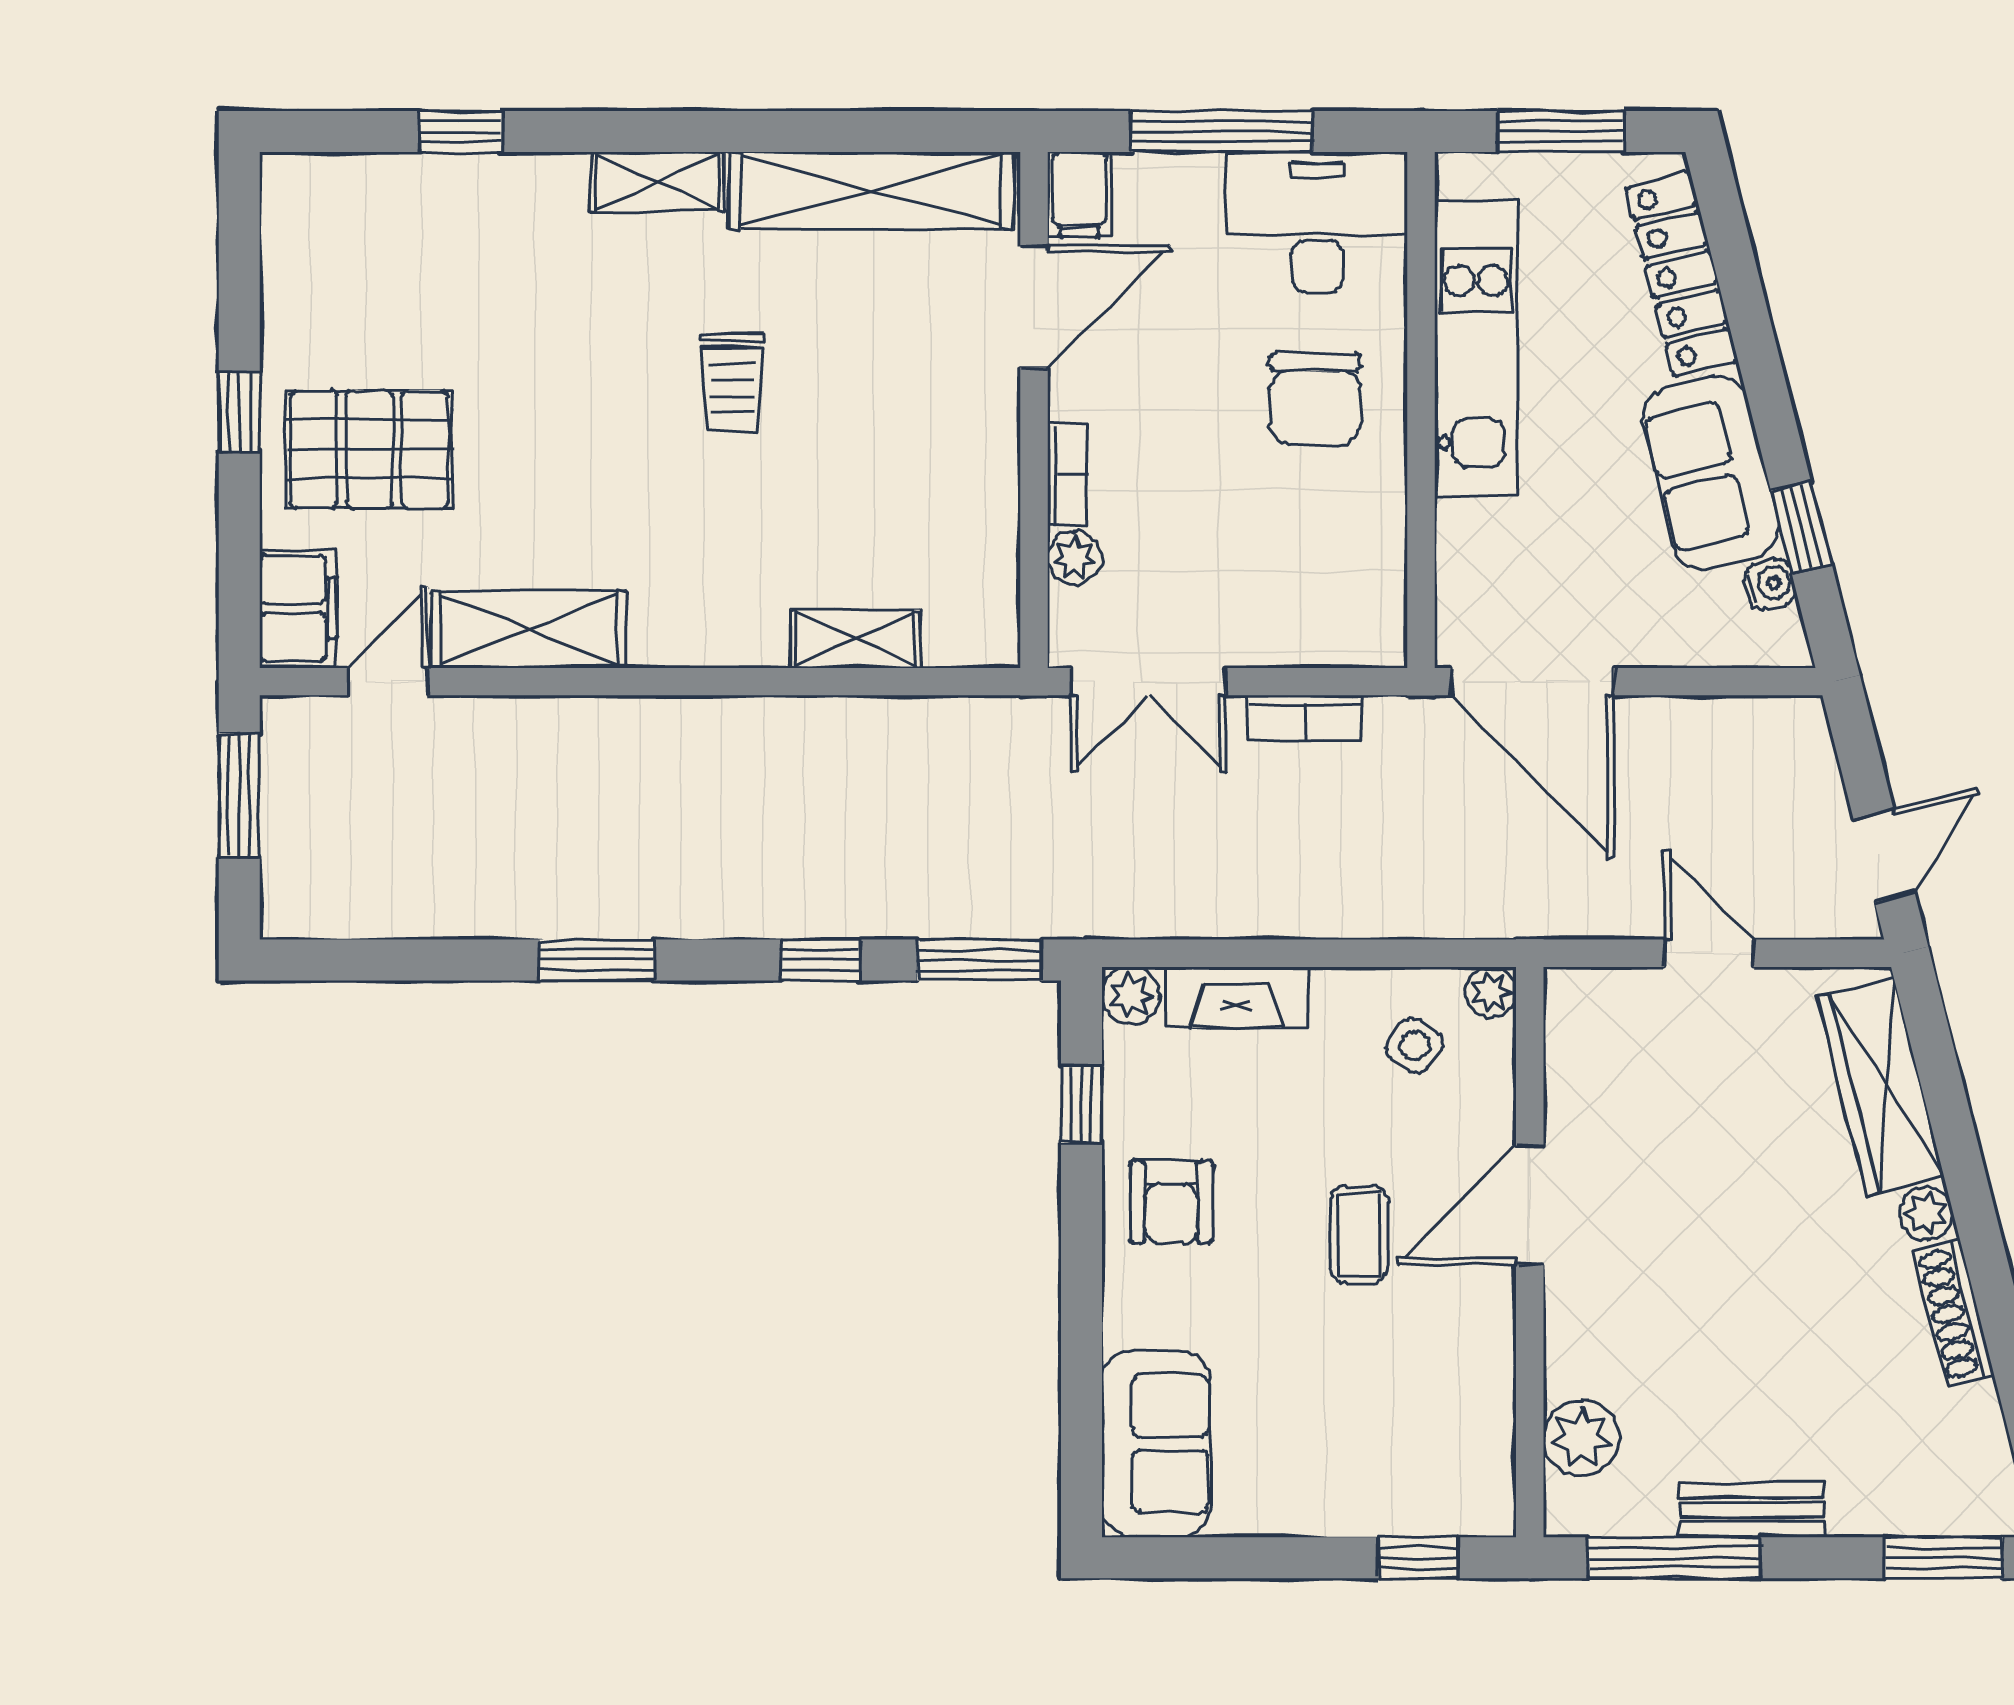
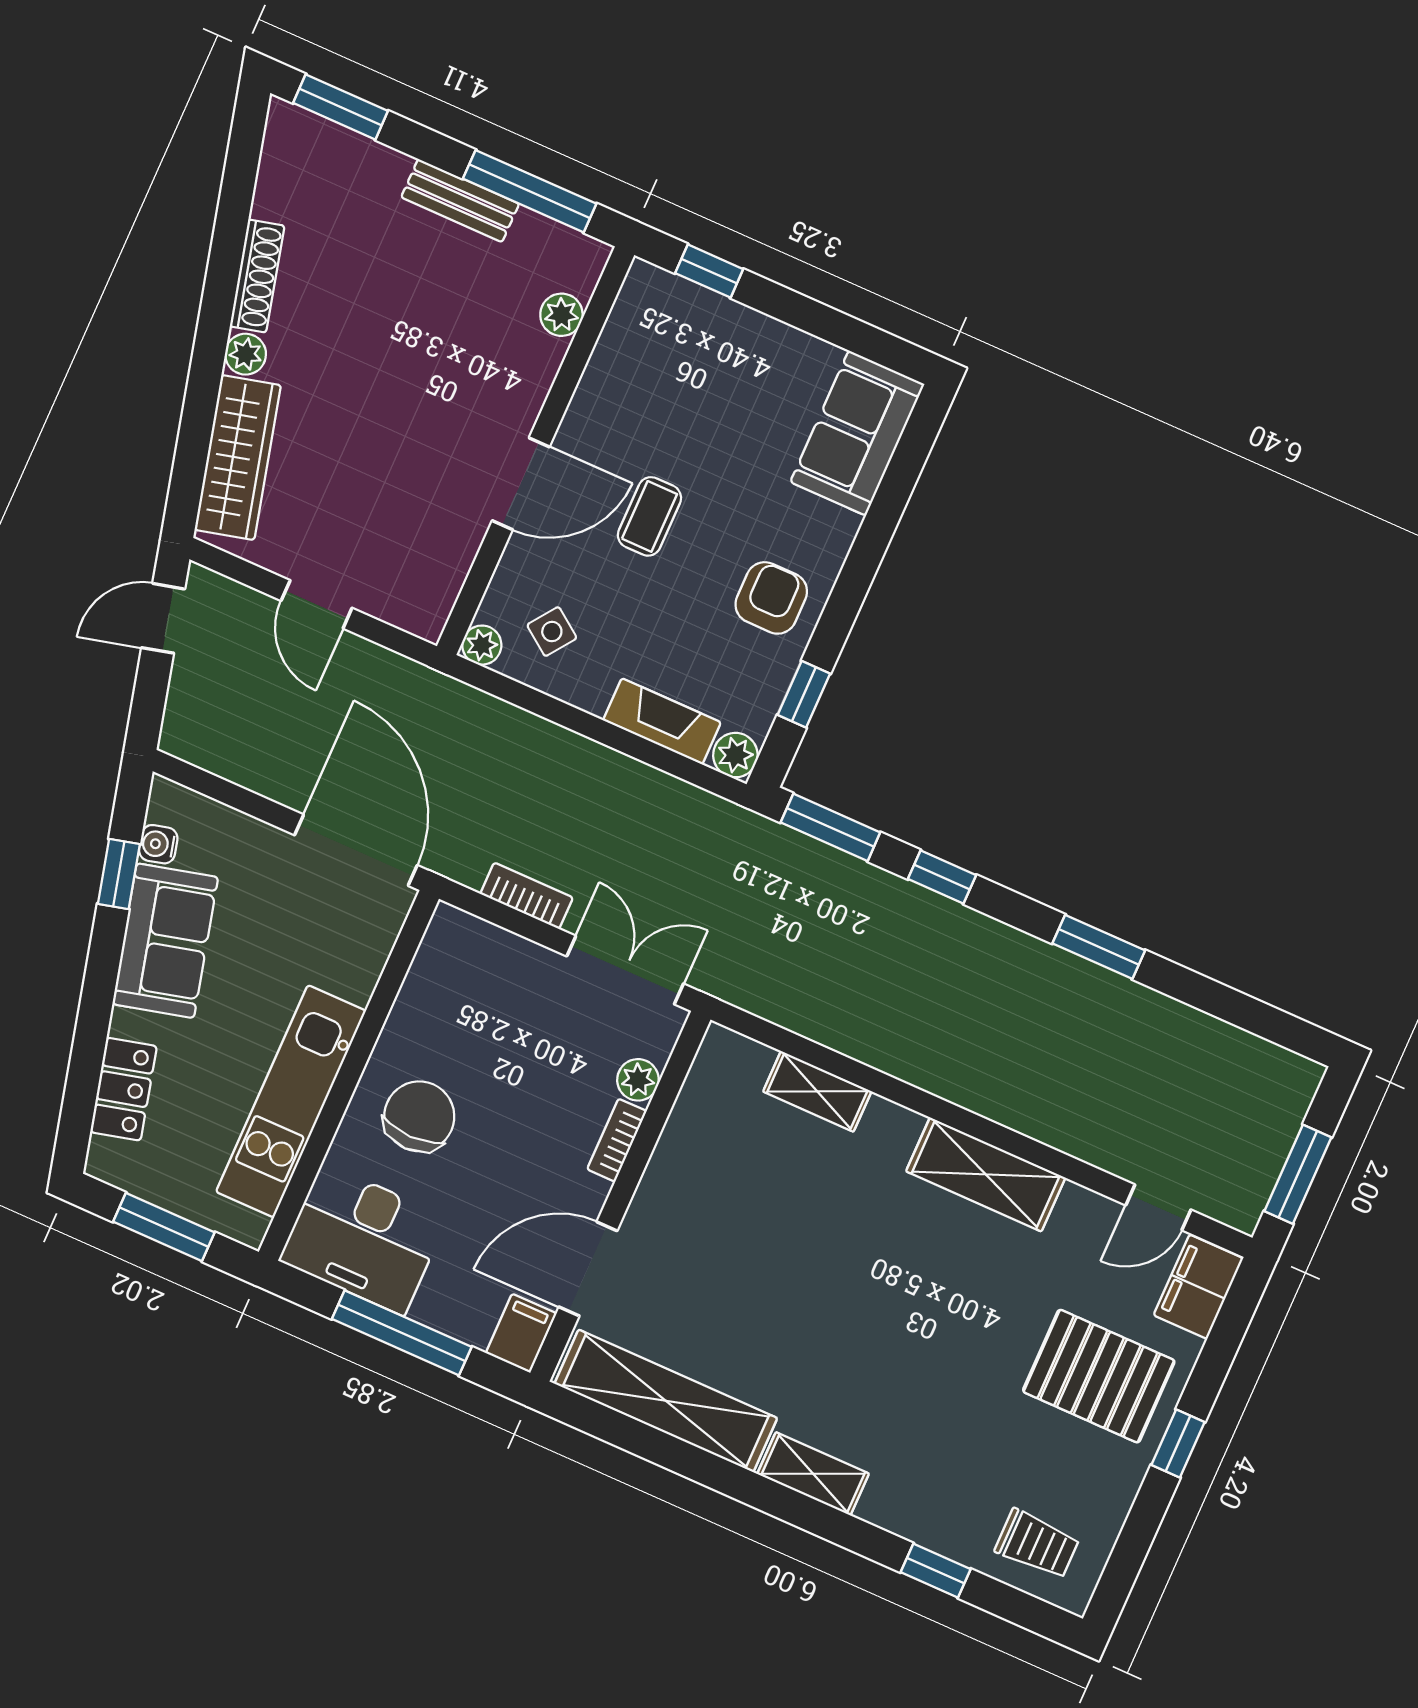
locker: (1682, 274) -> (124, 1089), width x0.66
trolley: (732, 381) -> (1037, 1544), moved, turned 90
shelving: (529, 629) -> (986, 1174), moved
plant: (1581, 1438) -> (561, 315), width x0.73, depth x0.73

